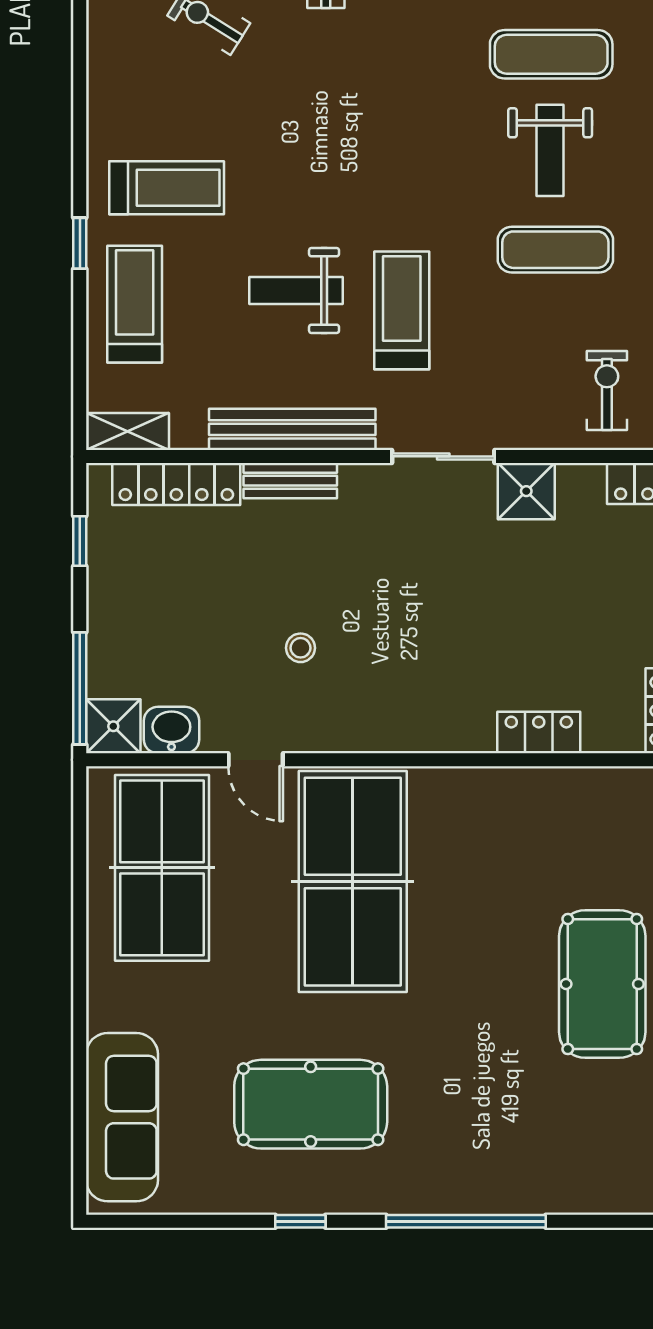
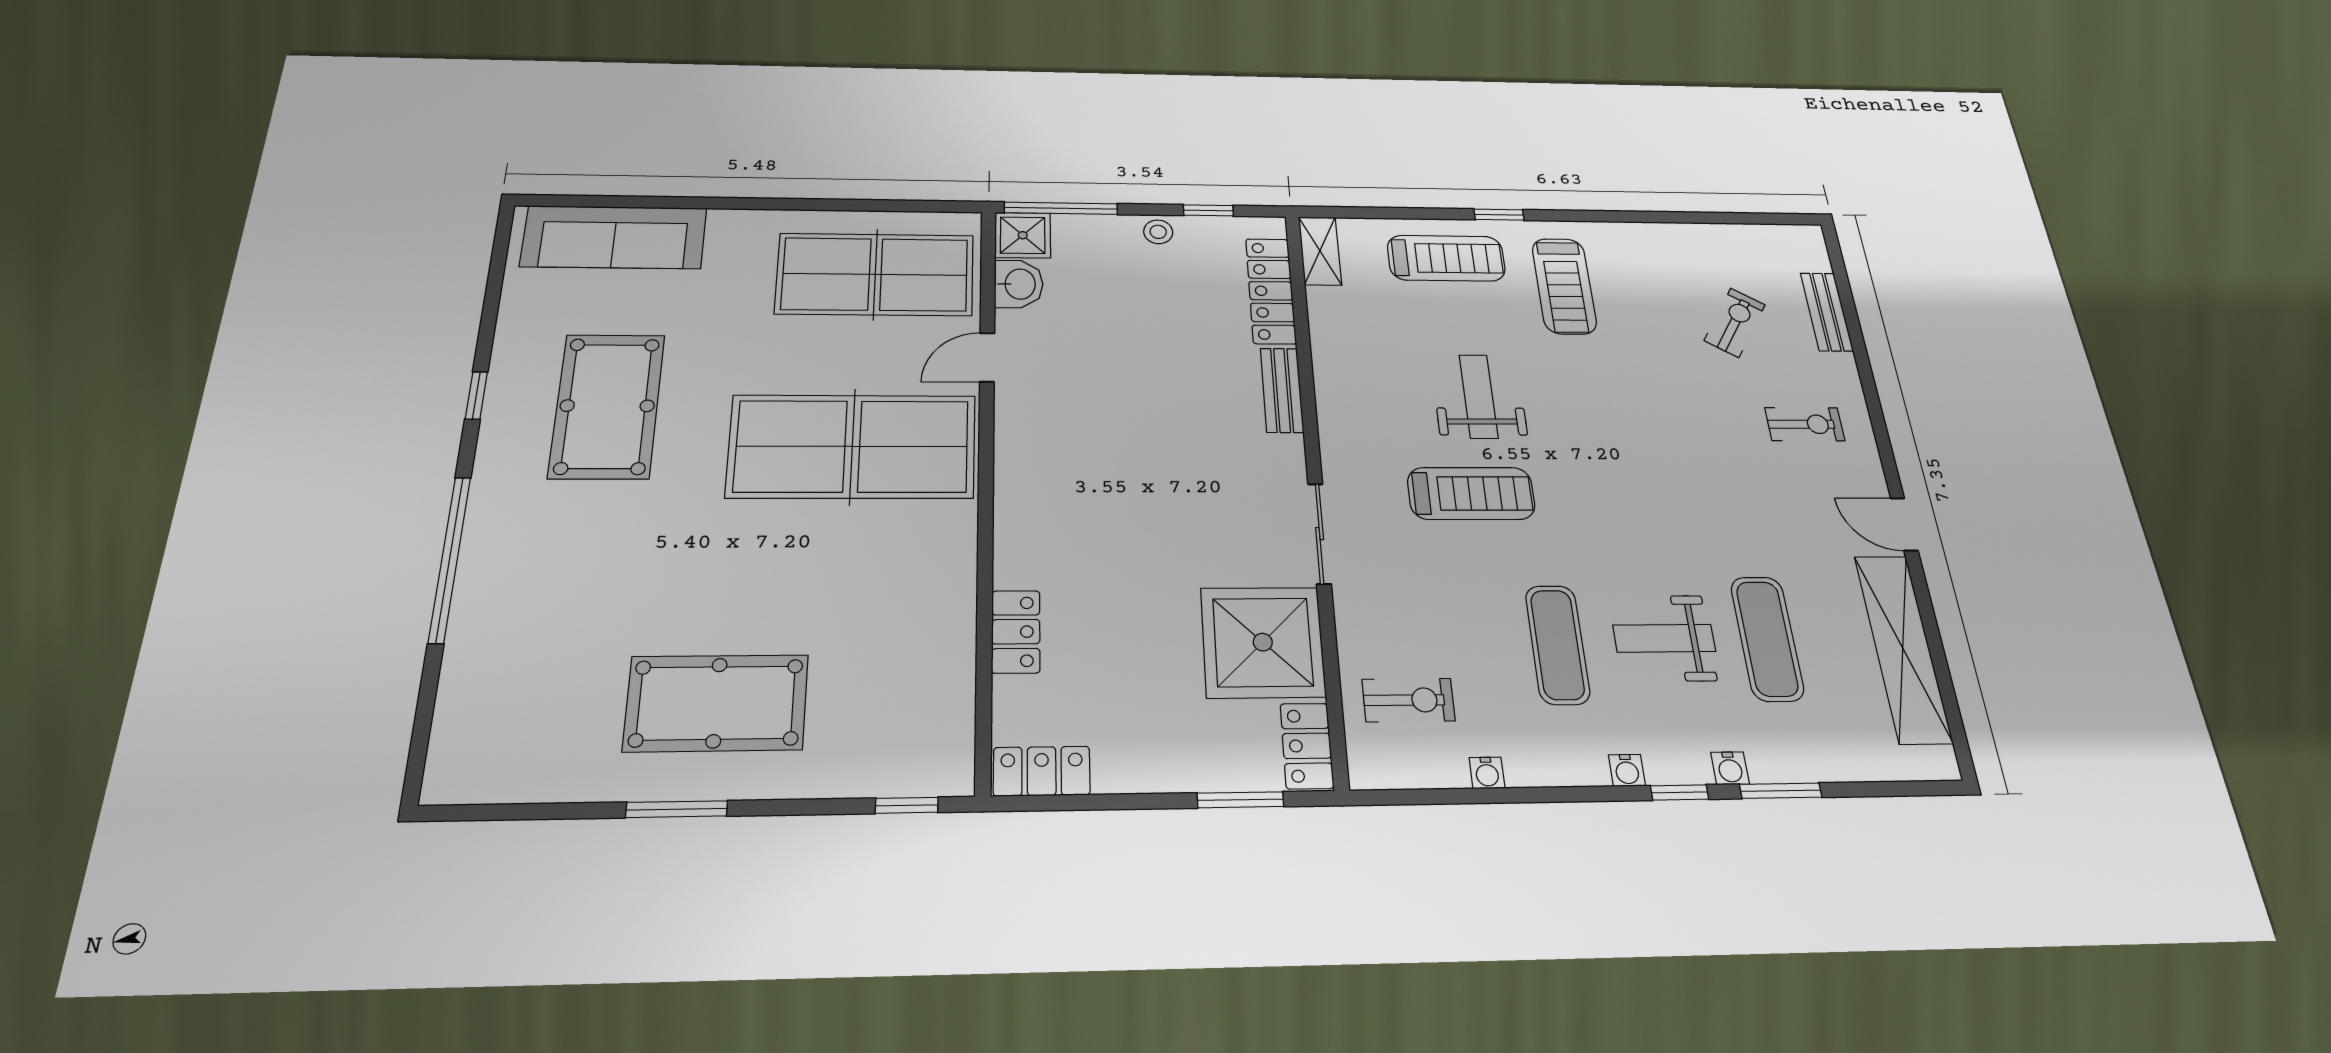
bench: (292, 429) -> (1335, 392), removed
shower: (526, 491) -> (1263, 642), width x1.86, depth x1.86
stool: (301, 648) -> (1158, 232), moved

